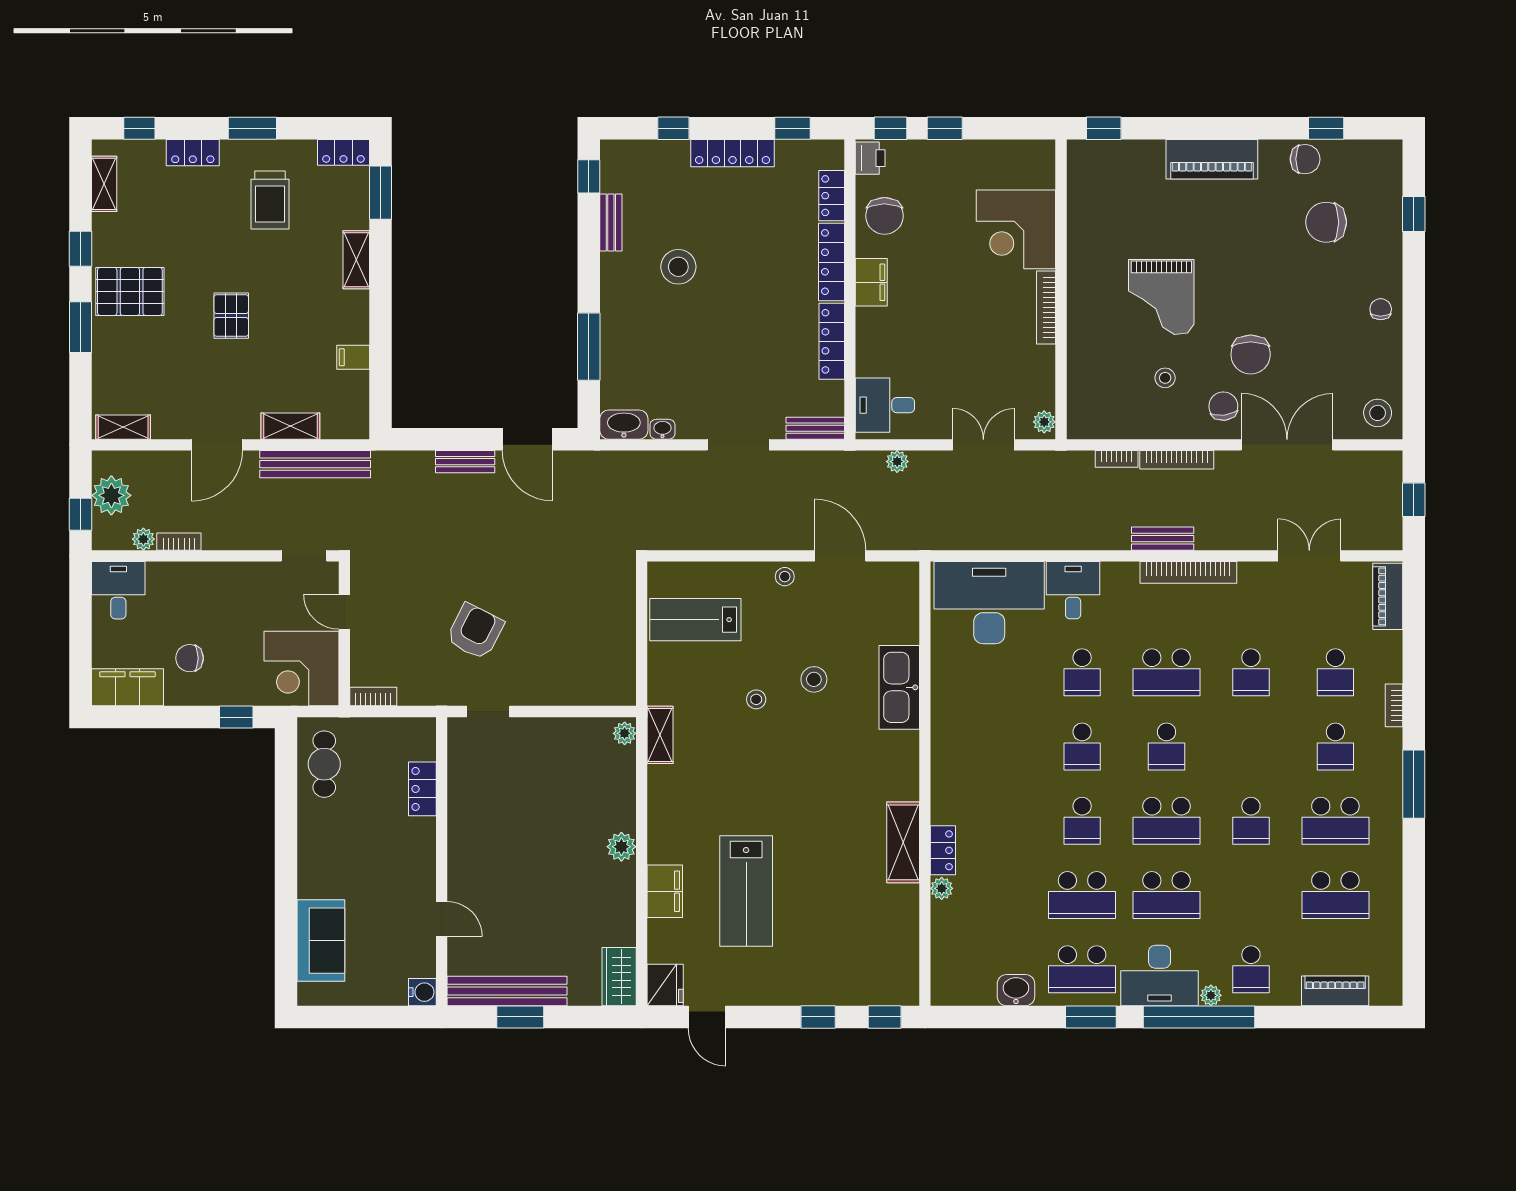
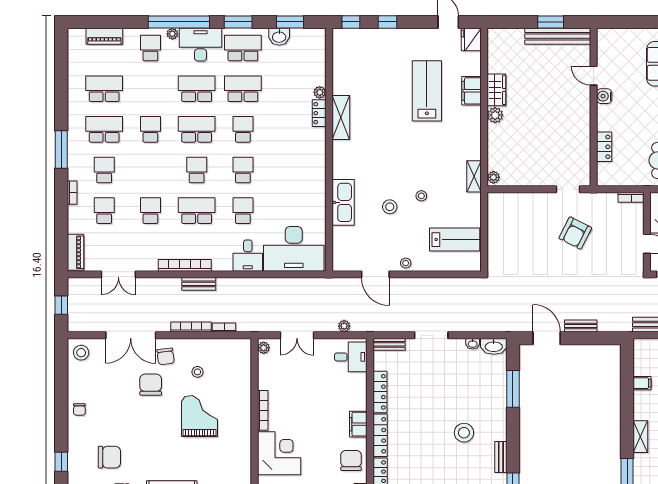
wardrobe: (619, 977) -> (496, 90), moved
water cooler: (422, 992) -> (604, 96), moved
window: (996, 1017) -> (290, 22), added

